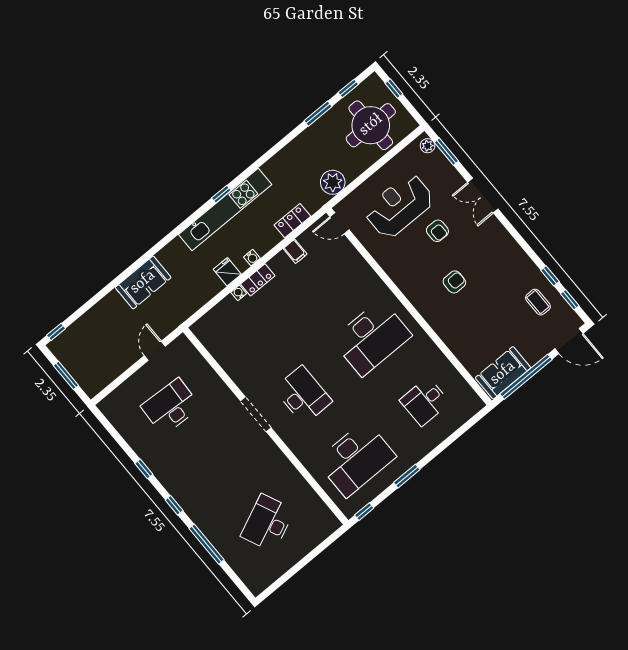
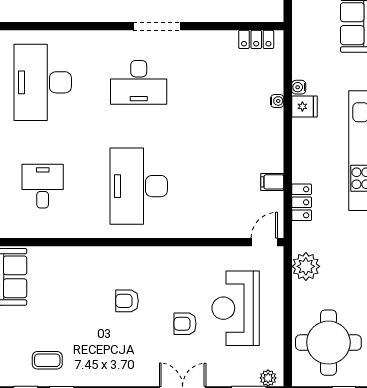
reception desk: (399, 206) -> (236, 308), turned 180
water cooler: (252, 258) -> (299, 87), moved
locker: (258, 280) -> (256, 39), moved, turned -90
armchair: (454, 282) -> (127, 301), turned 90

